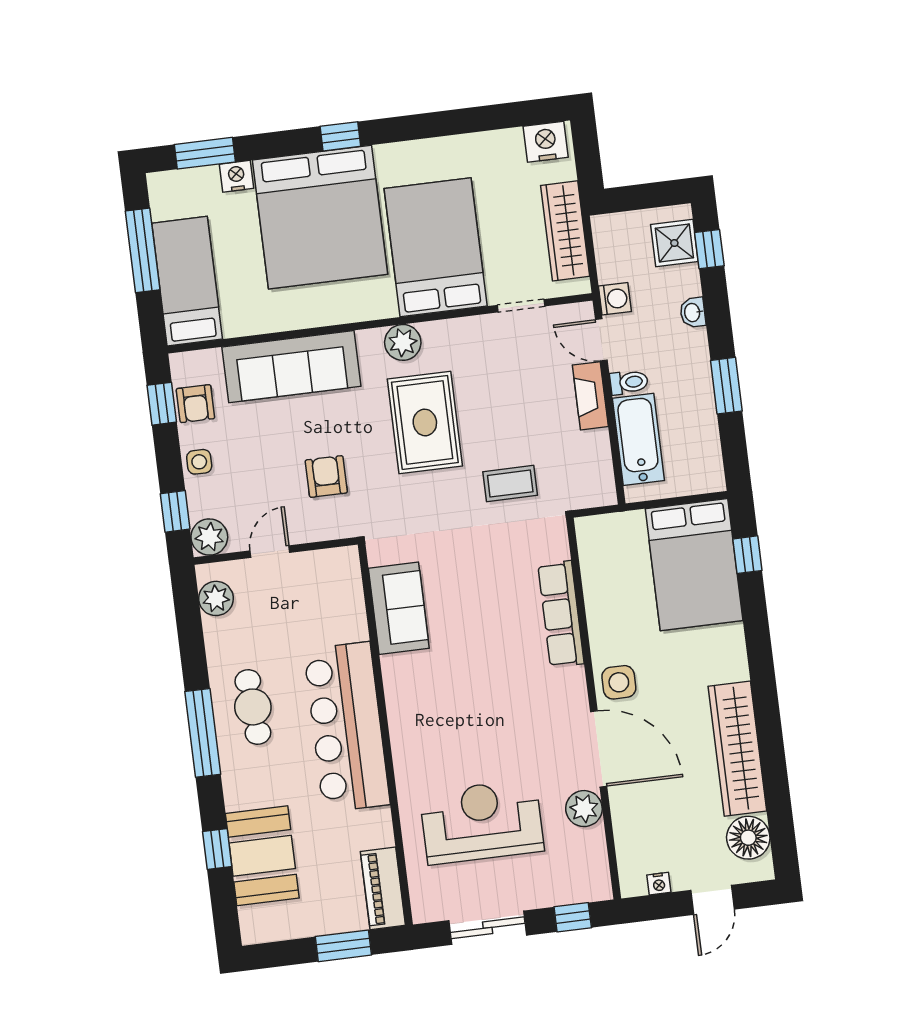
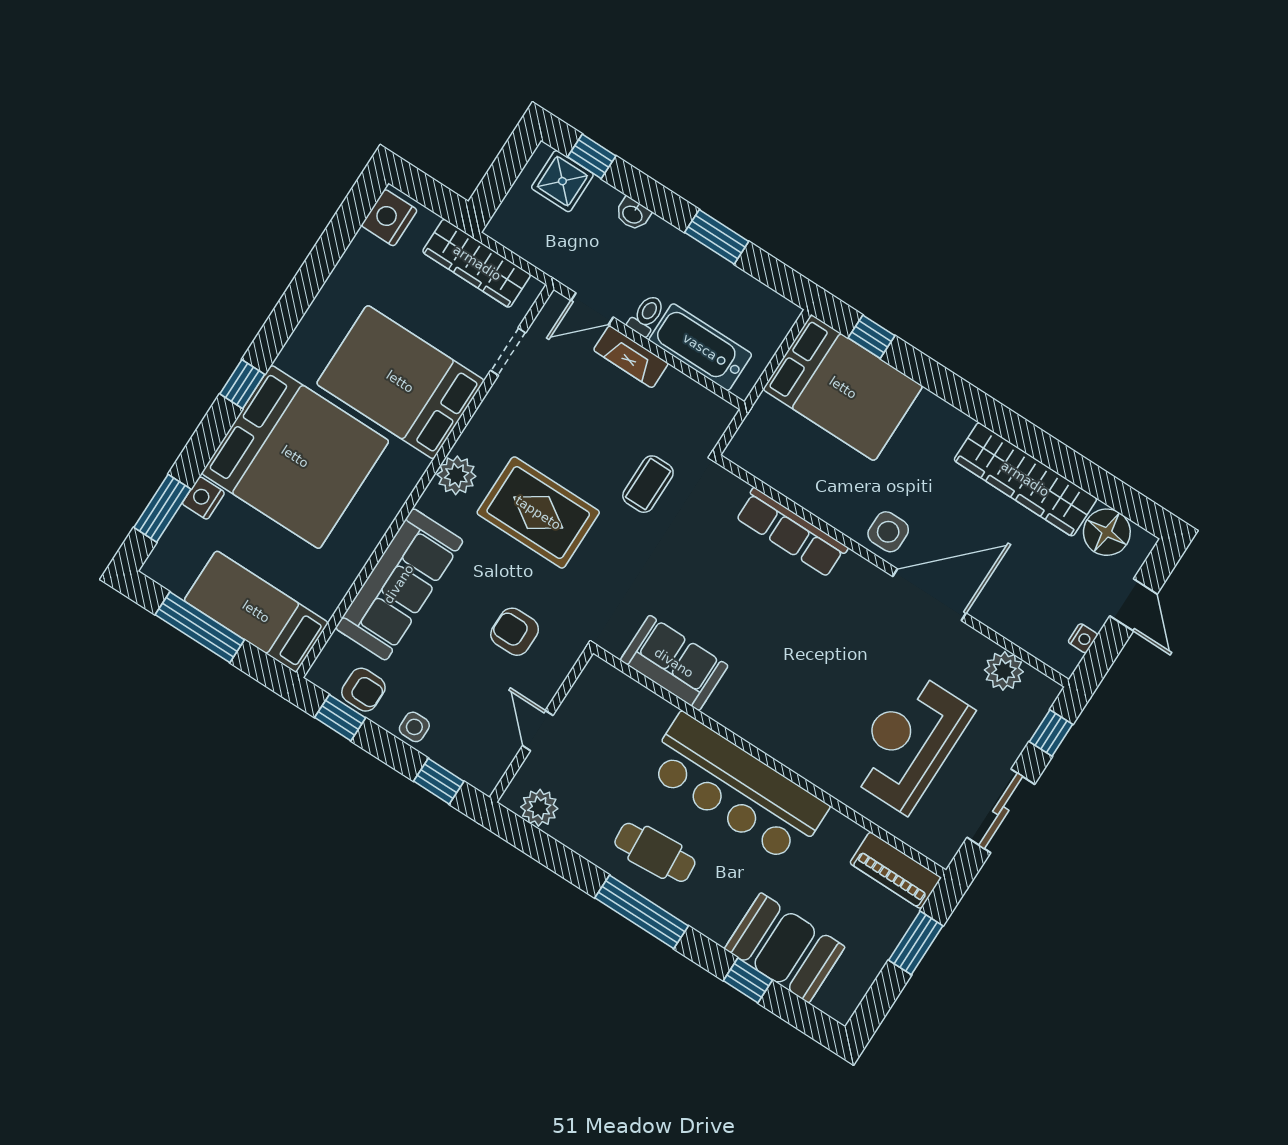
washing machine: (615, 299) -> (567, 269), removed
plant: (209, 537) -> (484, 771), removed
plant: (584, 809) -> (1004, 671), moved

